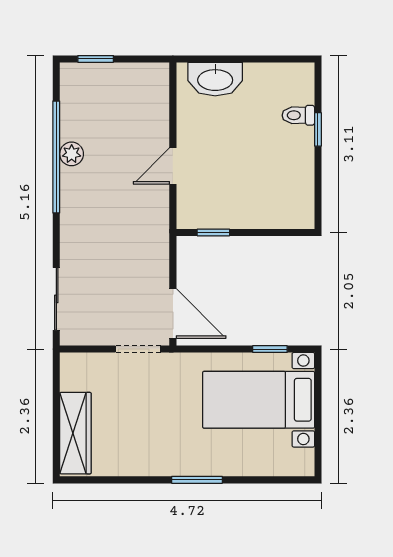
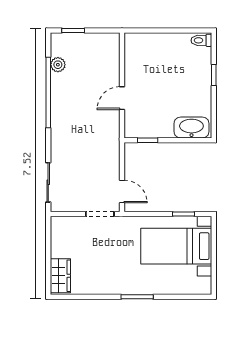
washbasin: (215, 79) -> (191, 128), moved, turned 180
toilet: (298, 115) -> (201, 40), moved
plant: (72, 154) -> (58, 65), moved
door: (173, 314) -> (122, 192), width x0.73
wardrobe: (75, 433) -> (60, 276), width x0.67

